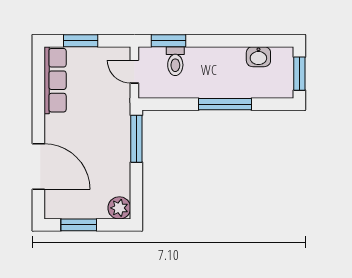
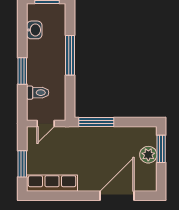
window: (169, 41) -> (22, 71), moved
plant: (119, 208) -> (148, 155), moved
window: (79, 225) -> (161, 149), moved

